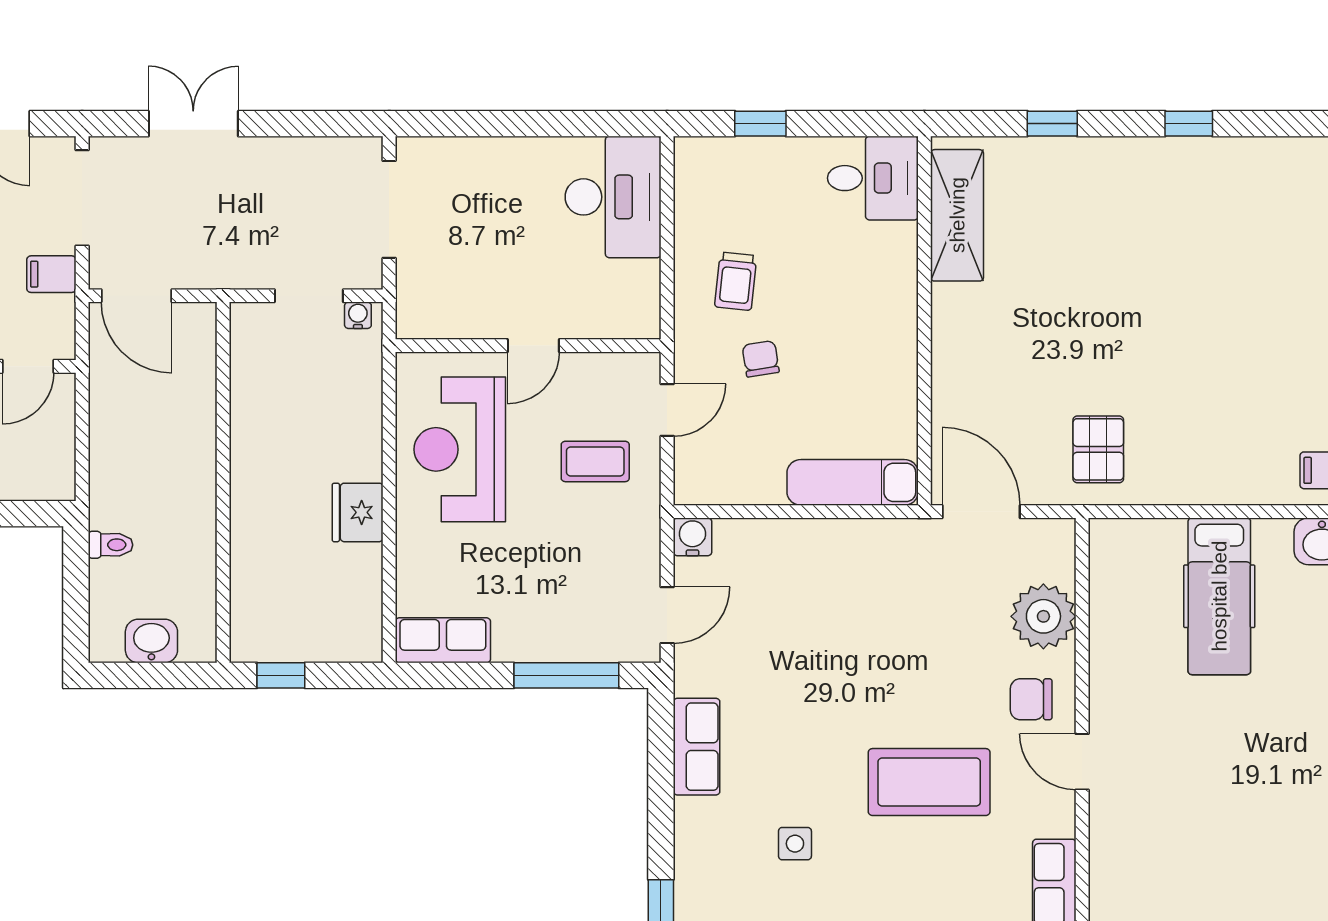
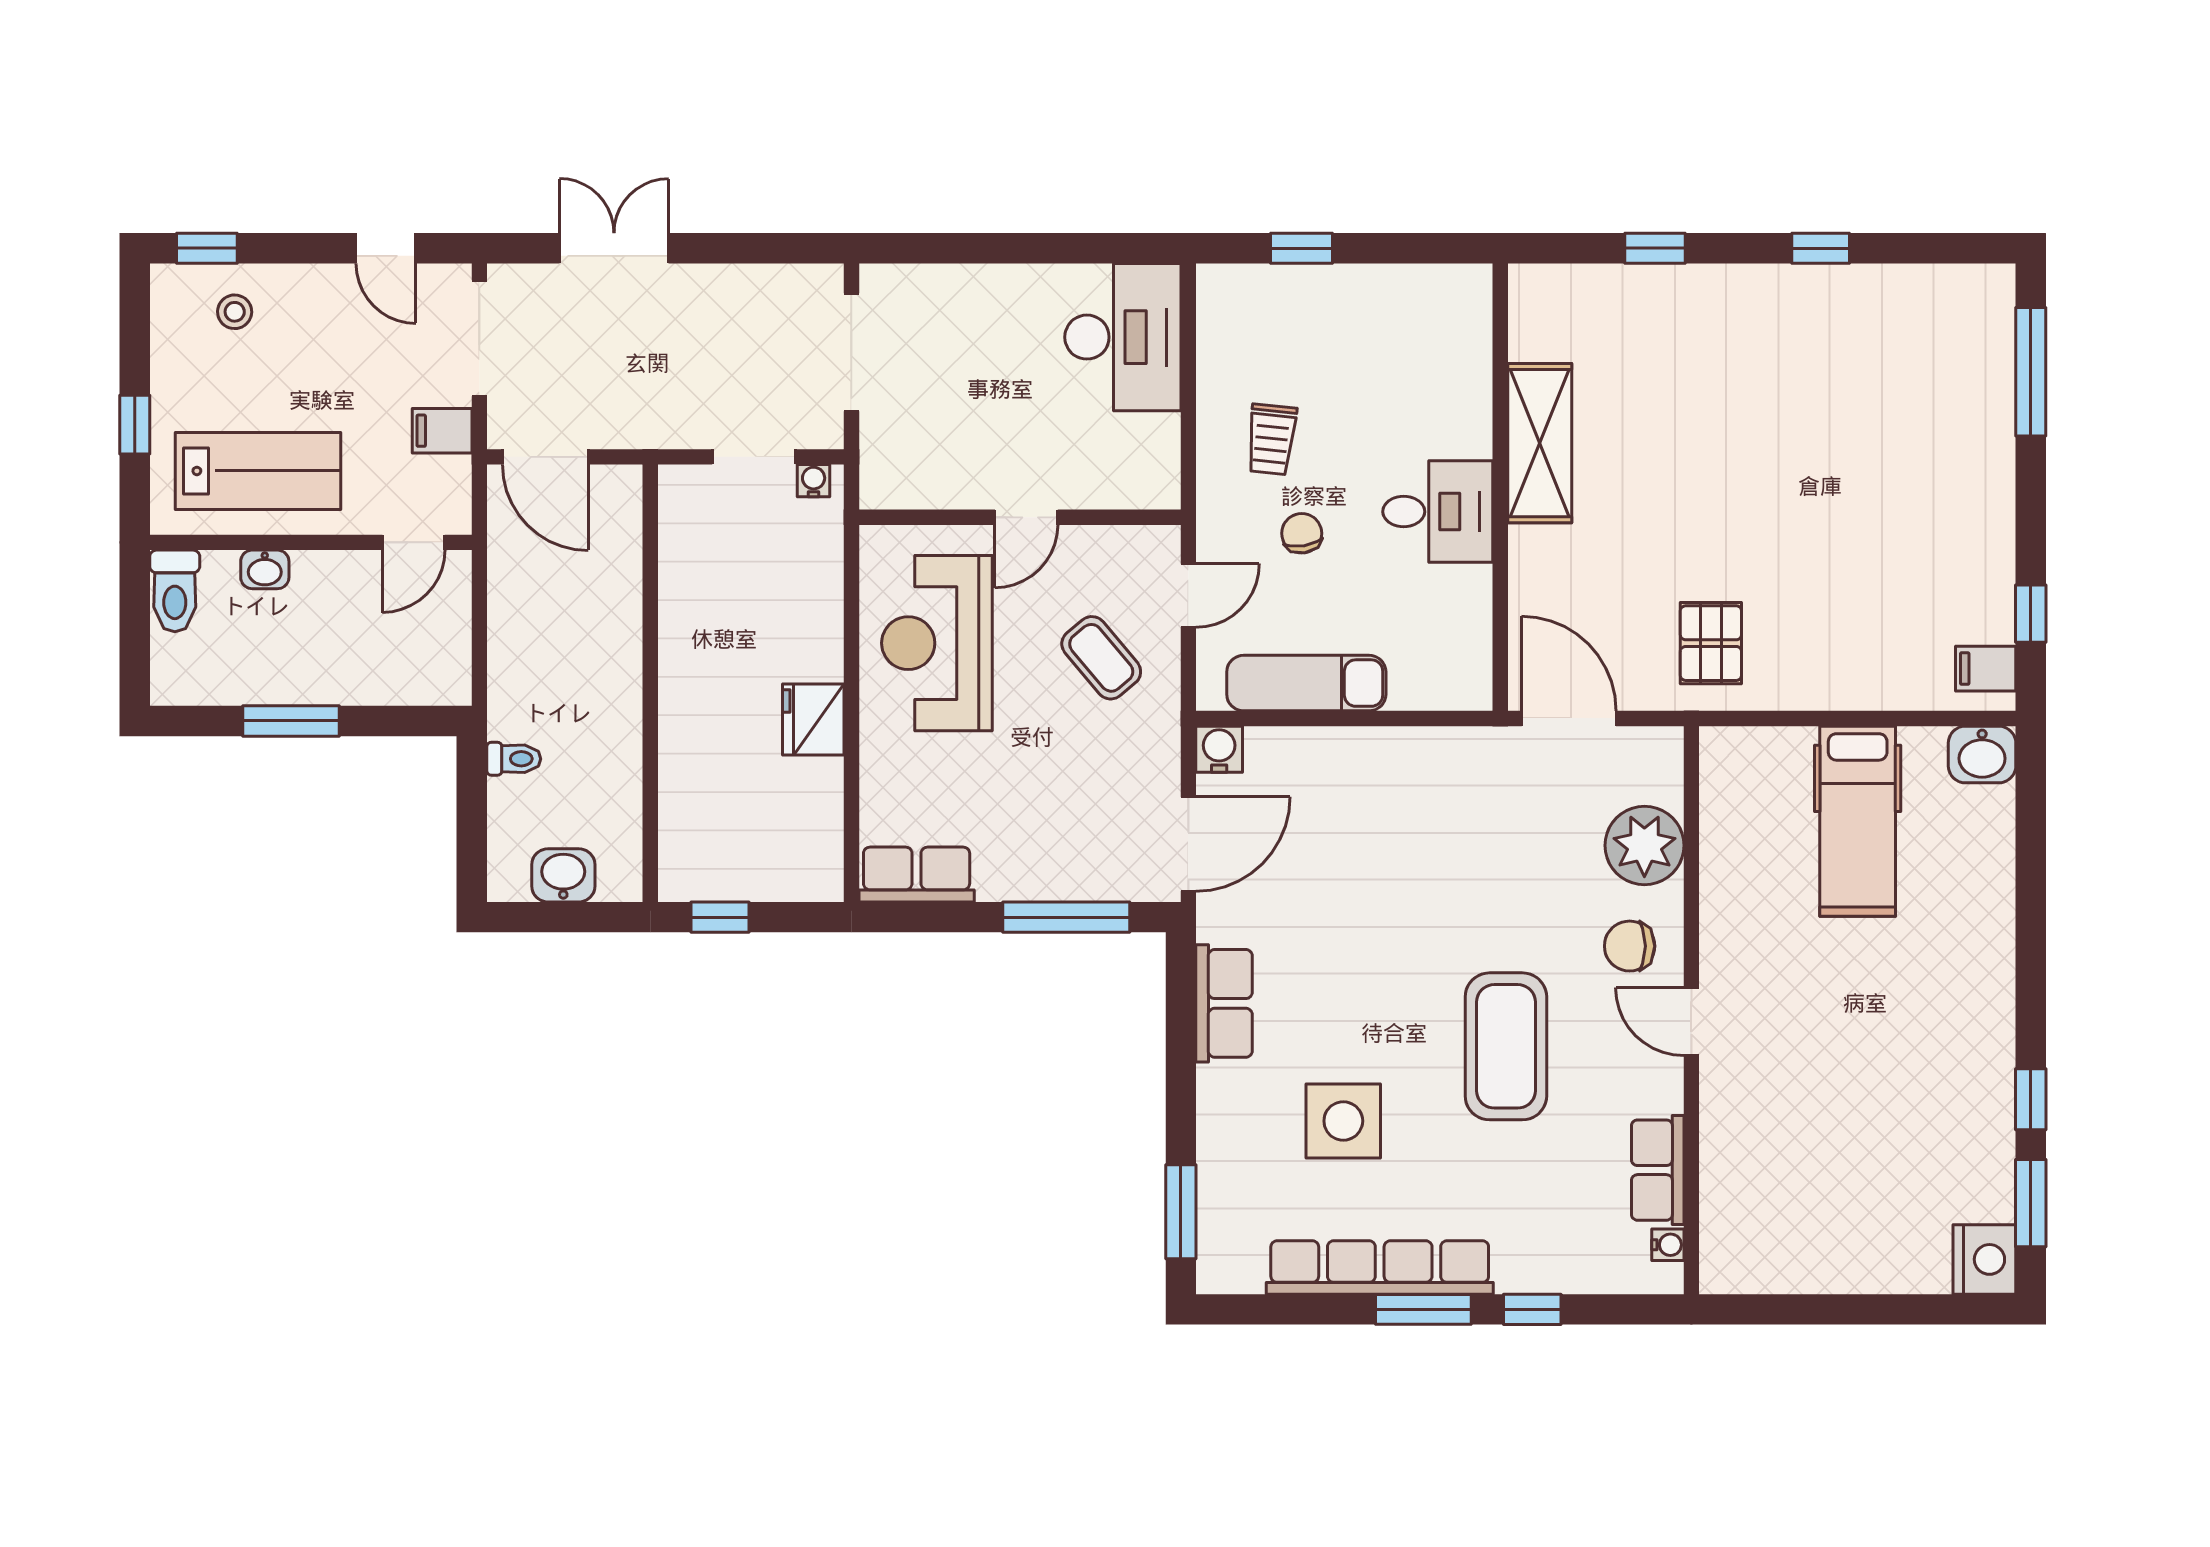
desk: (873, 178) -> (1438, 512), moved
shelving: (957, 215) -> (1540, 443), moved
coffee table: (595, 461) -> (1101, 658), turned 50
exam couch: (853, 482) -> (1306, 683), moved
door: (667, 615) -> (1188, 844), width x1.38
coffee table: (929, 782) -> (1506, 1046), turned 90
side table: (795, 844) -> (1343, 1121), width x1.87, depth x1.87

